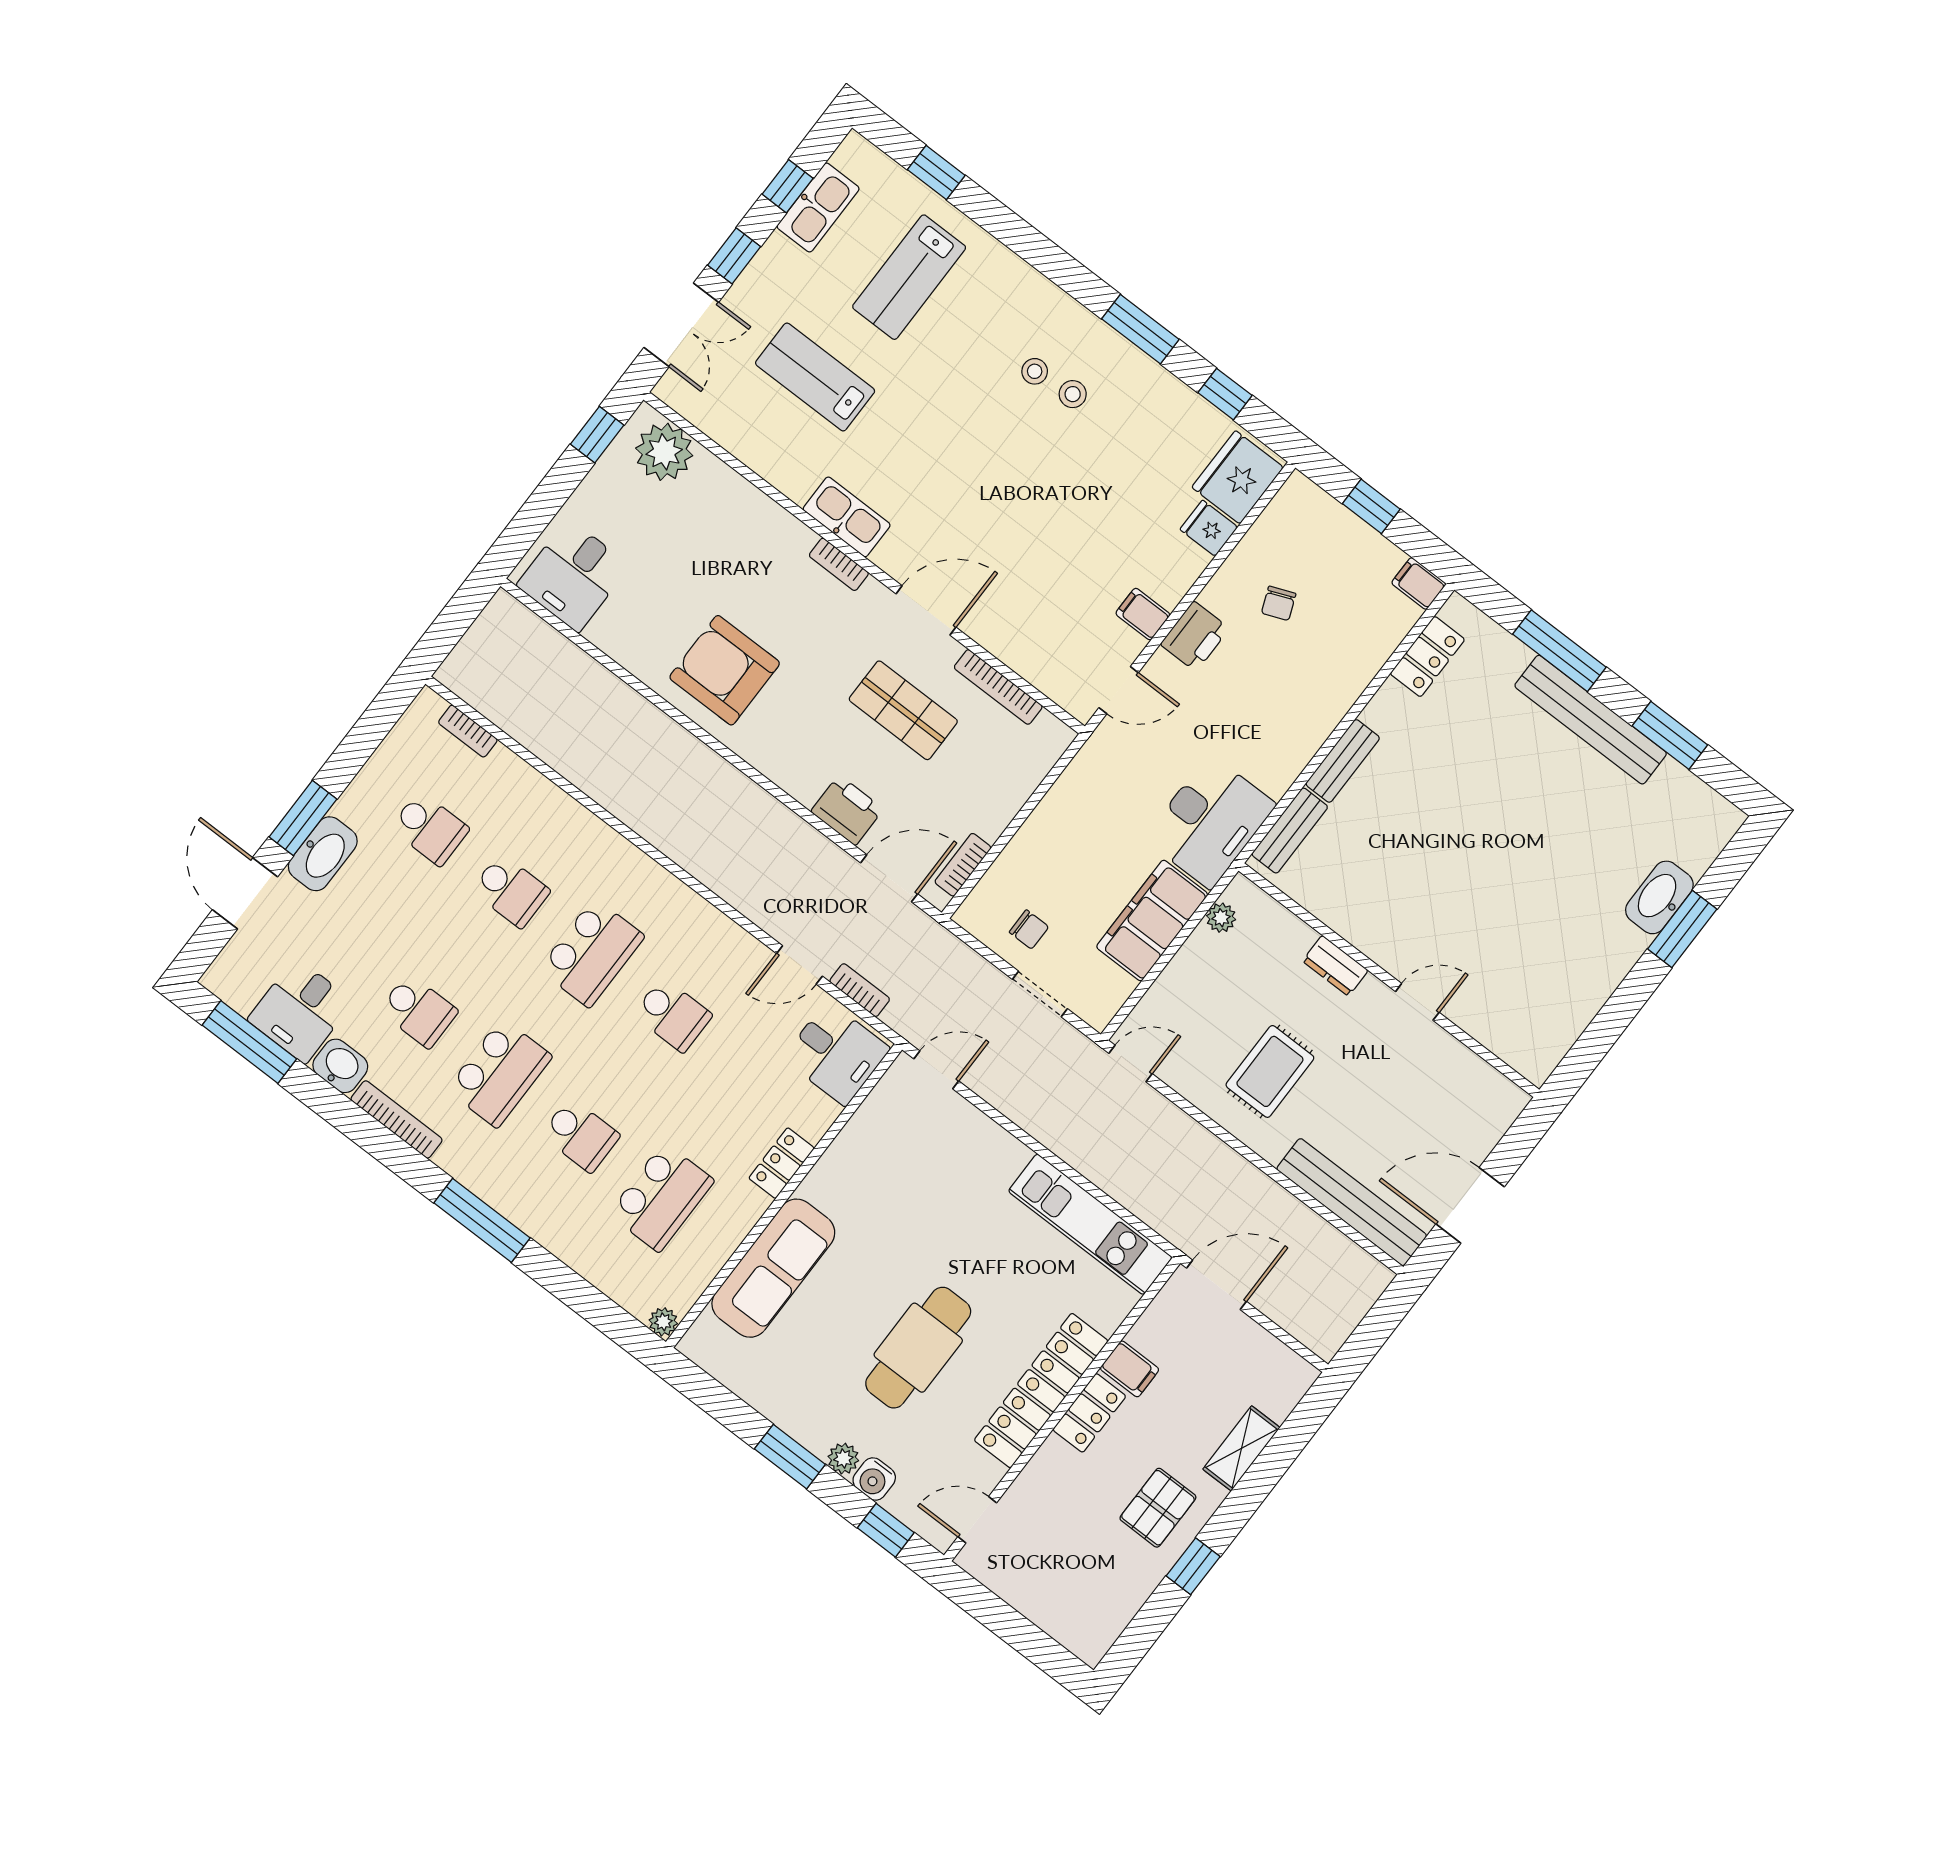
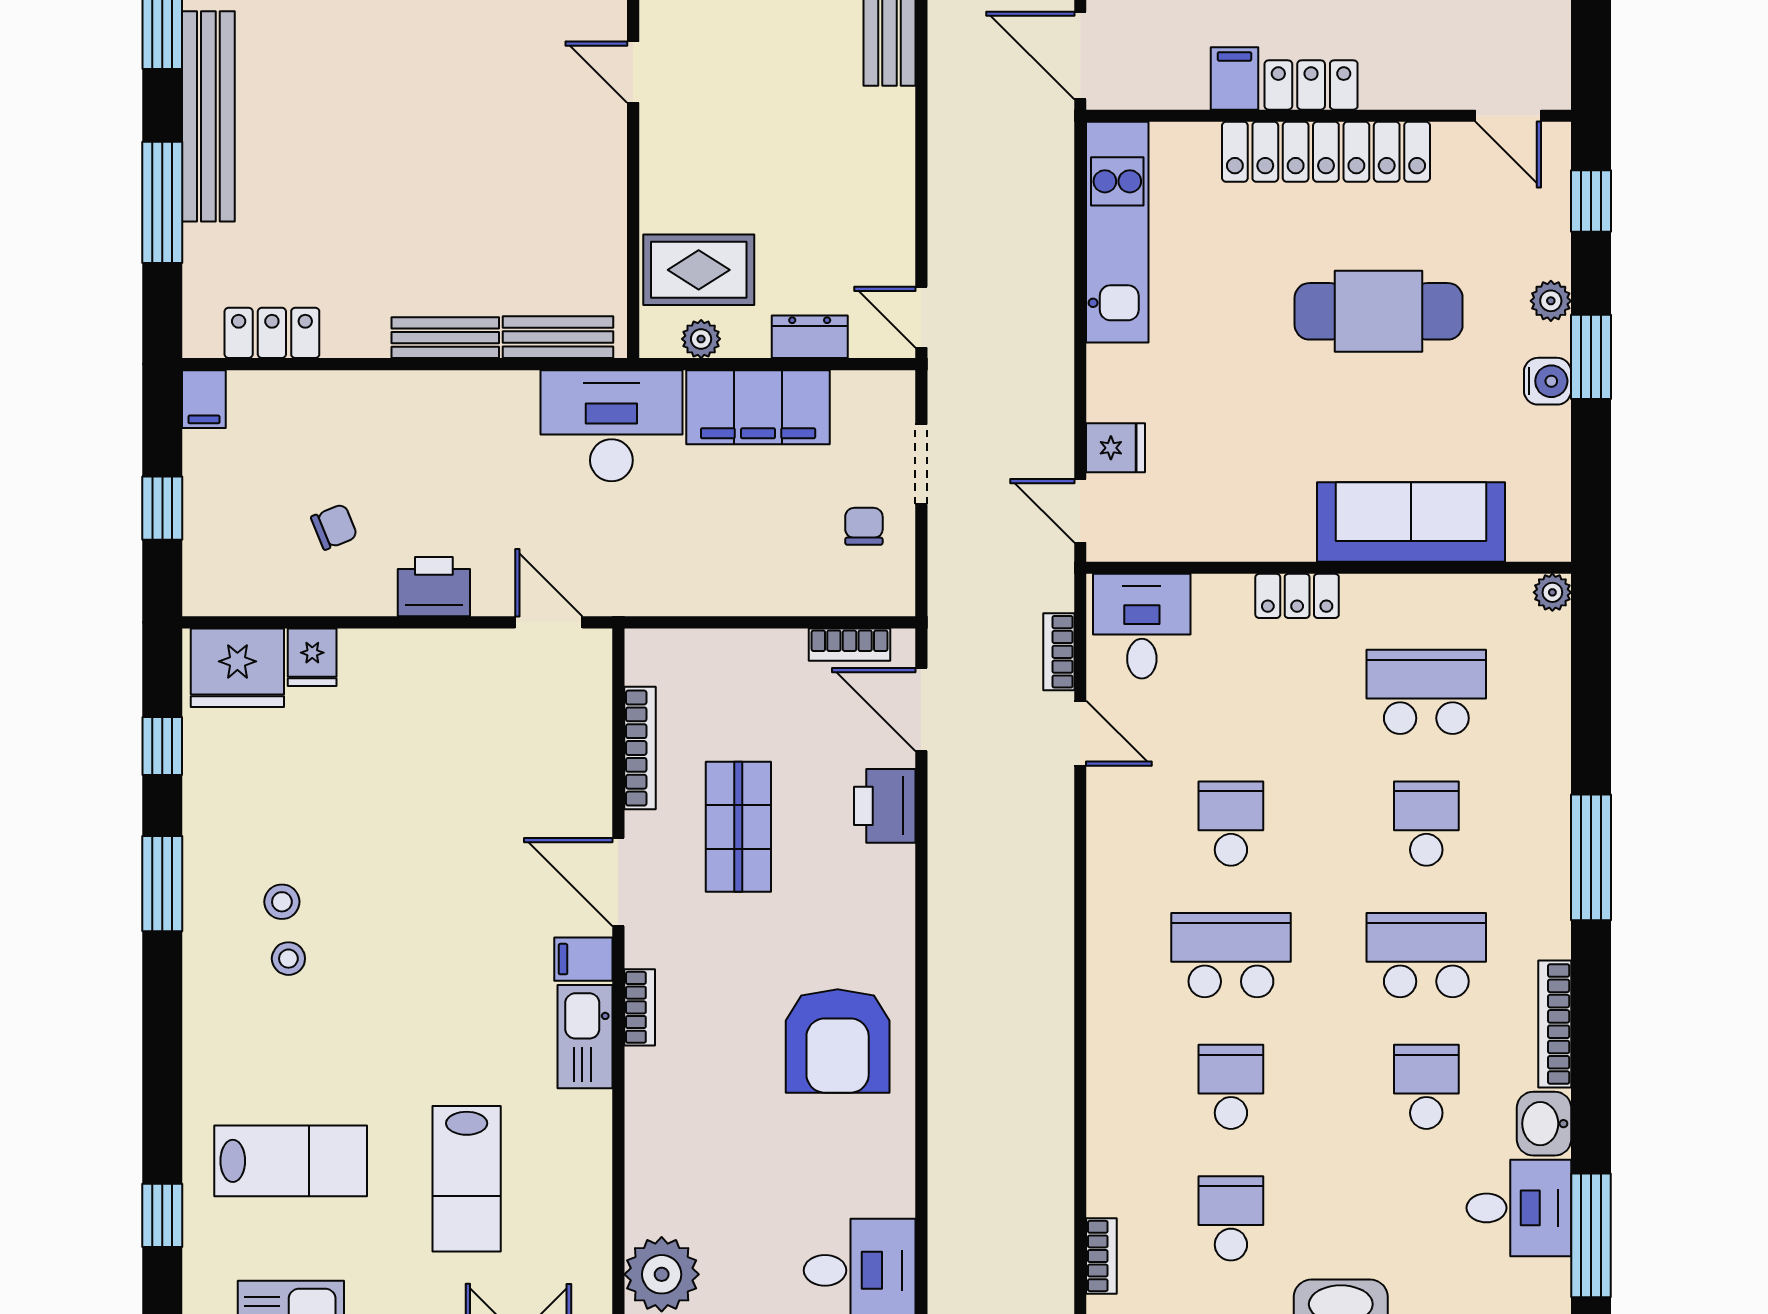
filing cabinet: (1143, 614) -> (583, 959), moved, turned 90
dresser: (1335, 966) -> (810, 337), moved, turned -90
rug: (1270, 1071) -> (699, 270), moved
fridge: (958, 1121) -> (1116, 448), added
water cooler: (874, 1479) -> (1548, 381), moved

